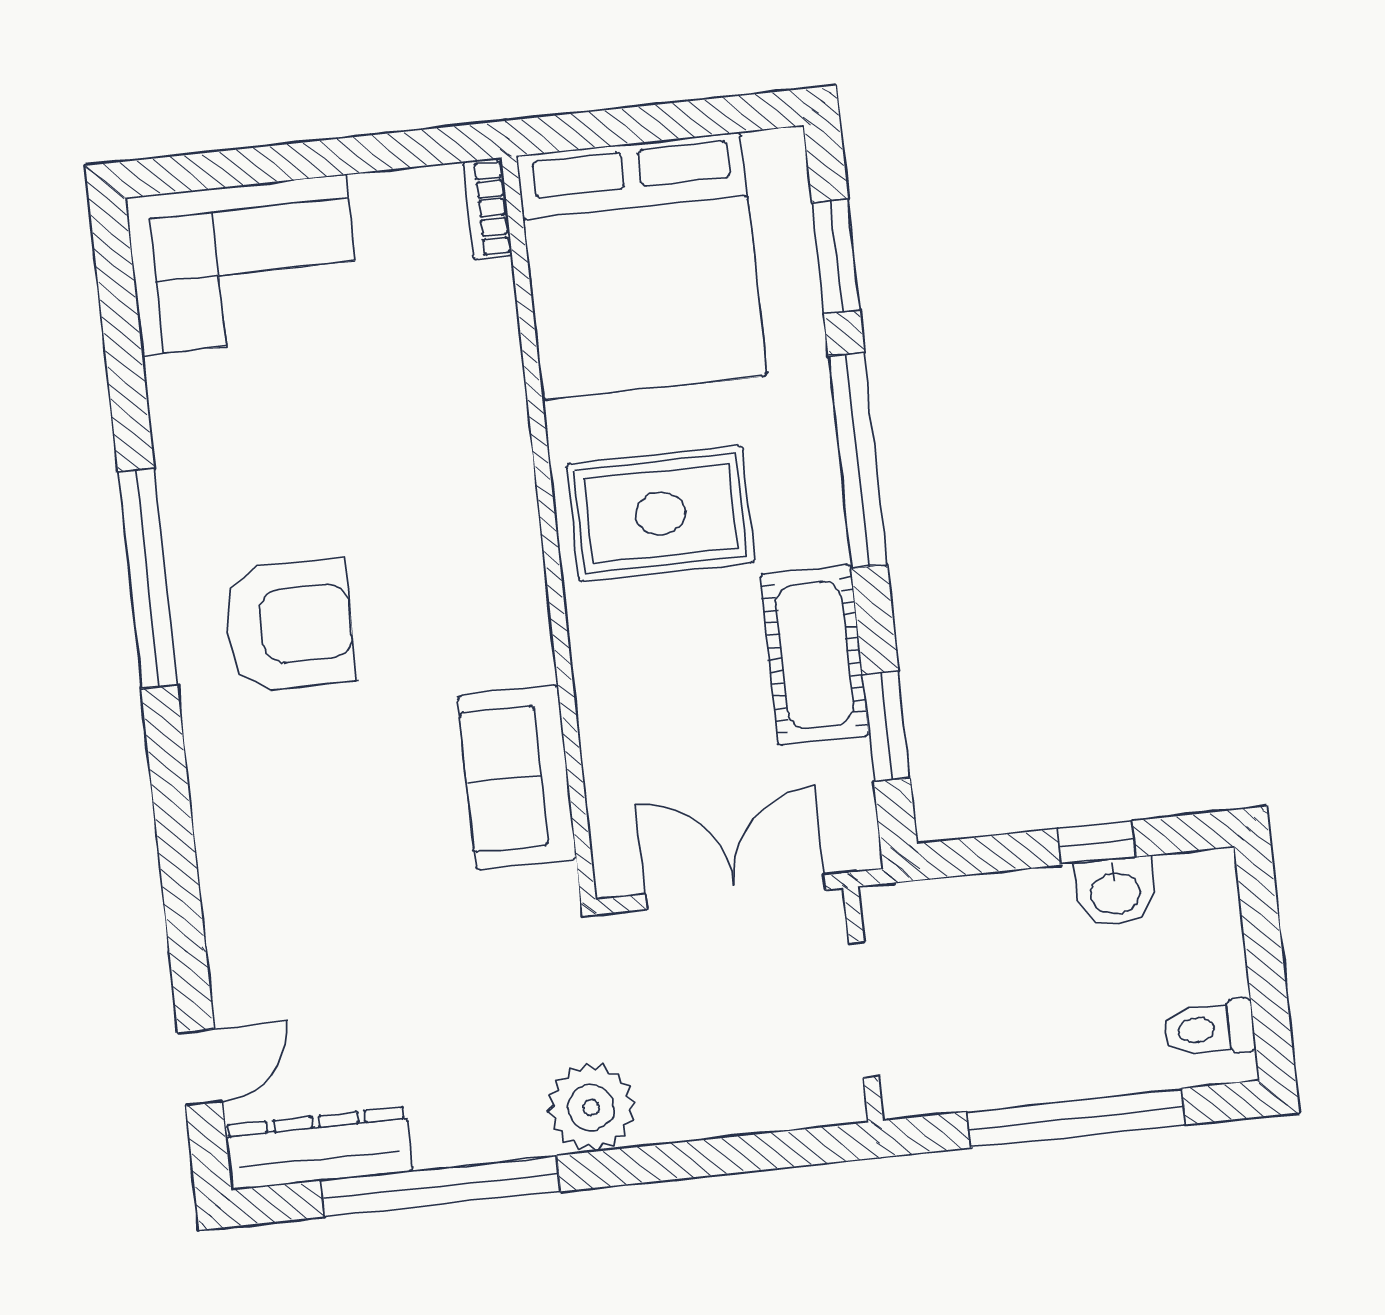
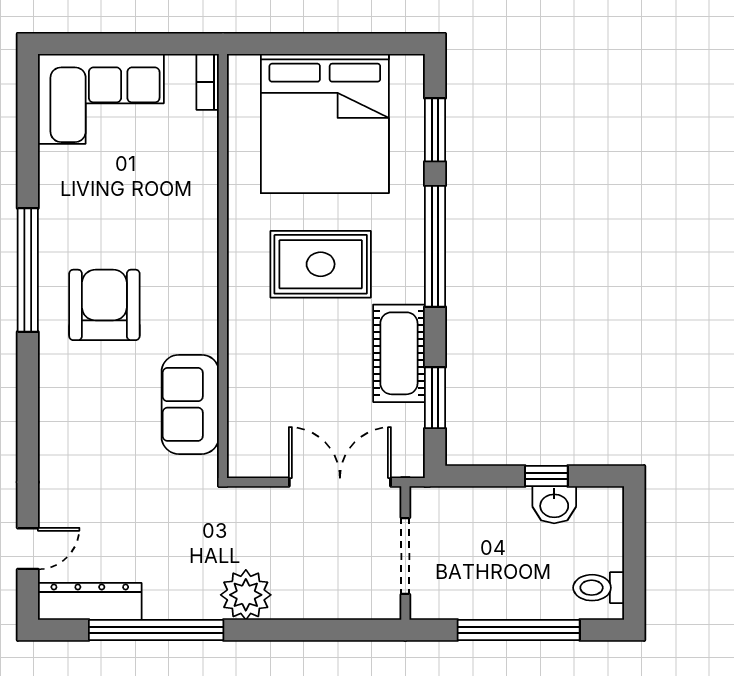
bookcase: (487, 208) -> (208, 82), moved
wall: (549, 529) -> (223, 266), moved
armchair: (289, 625) -> (104, 305), turned -90
sofa: (517, 778) -> (190, 404), moved

